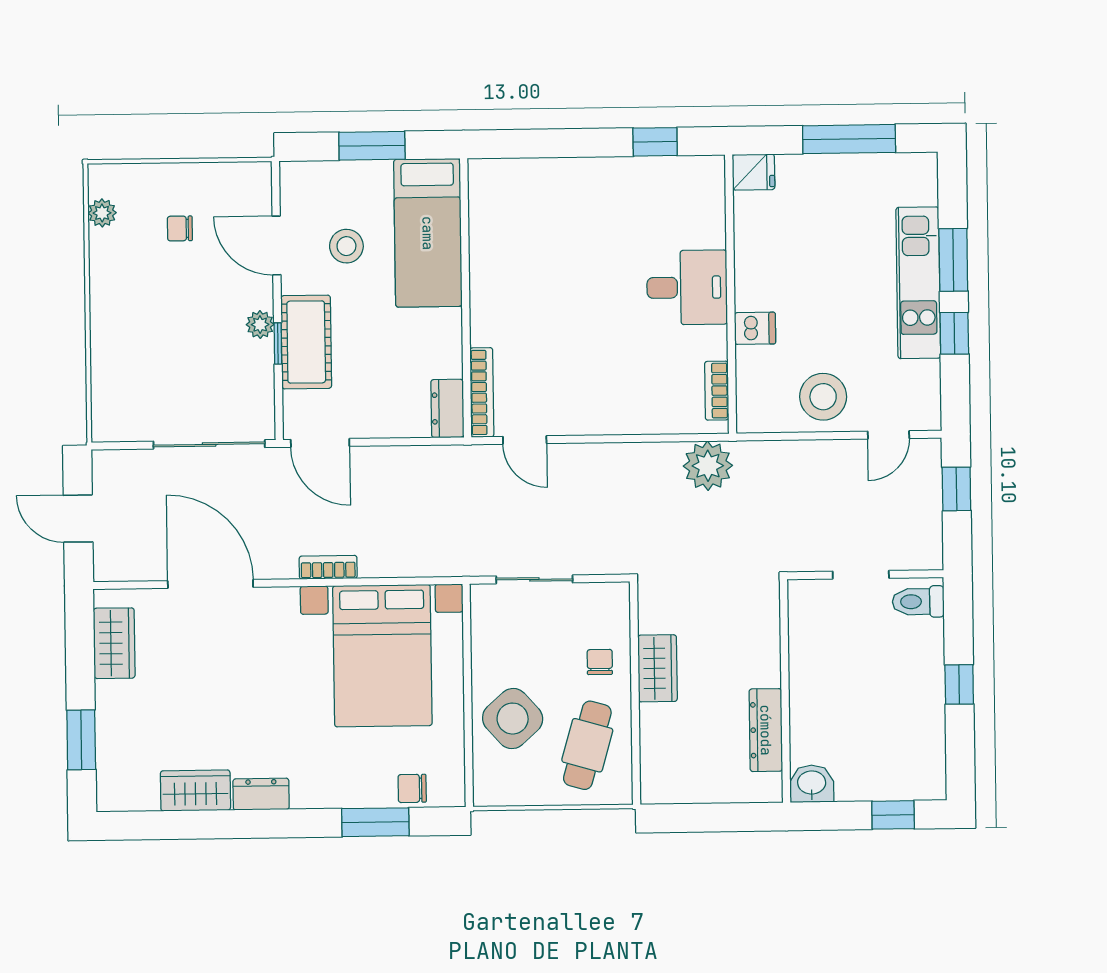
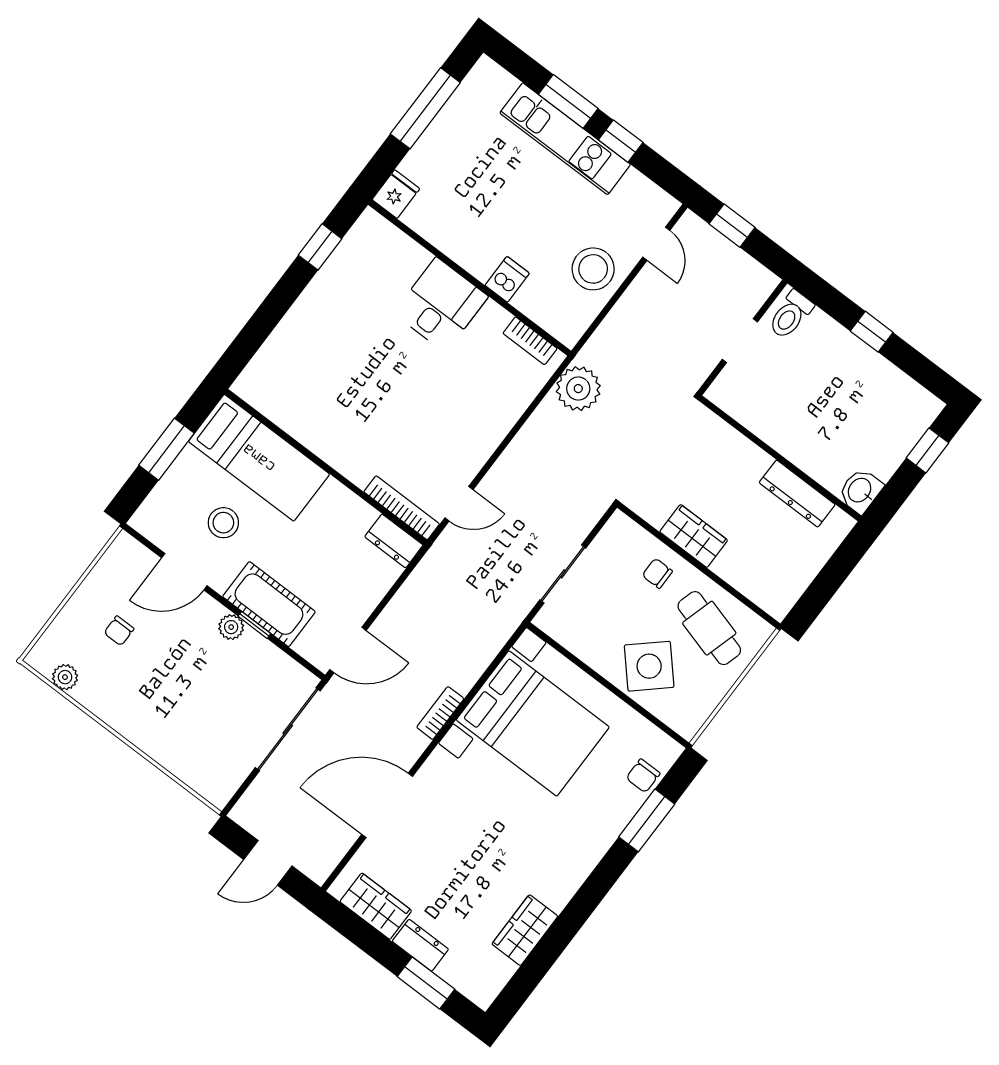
dresser: (261, 794) -> (420, 945), moved, turned 90

